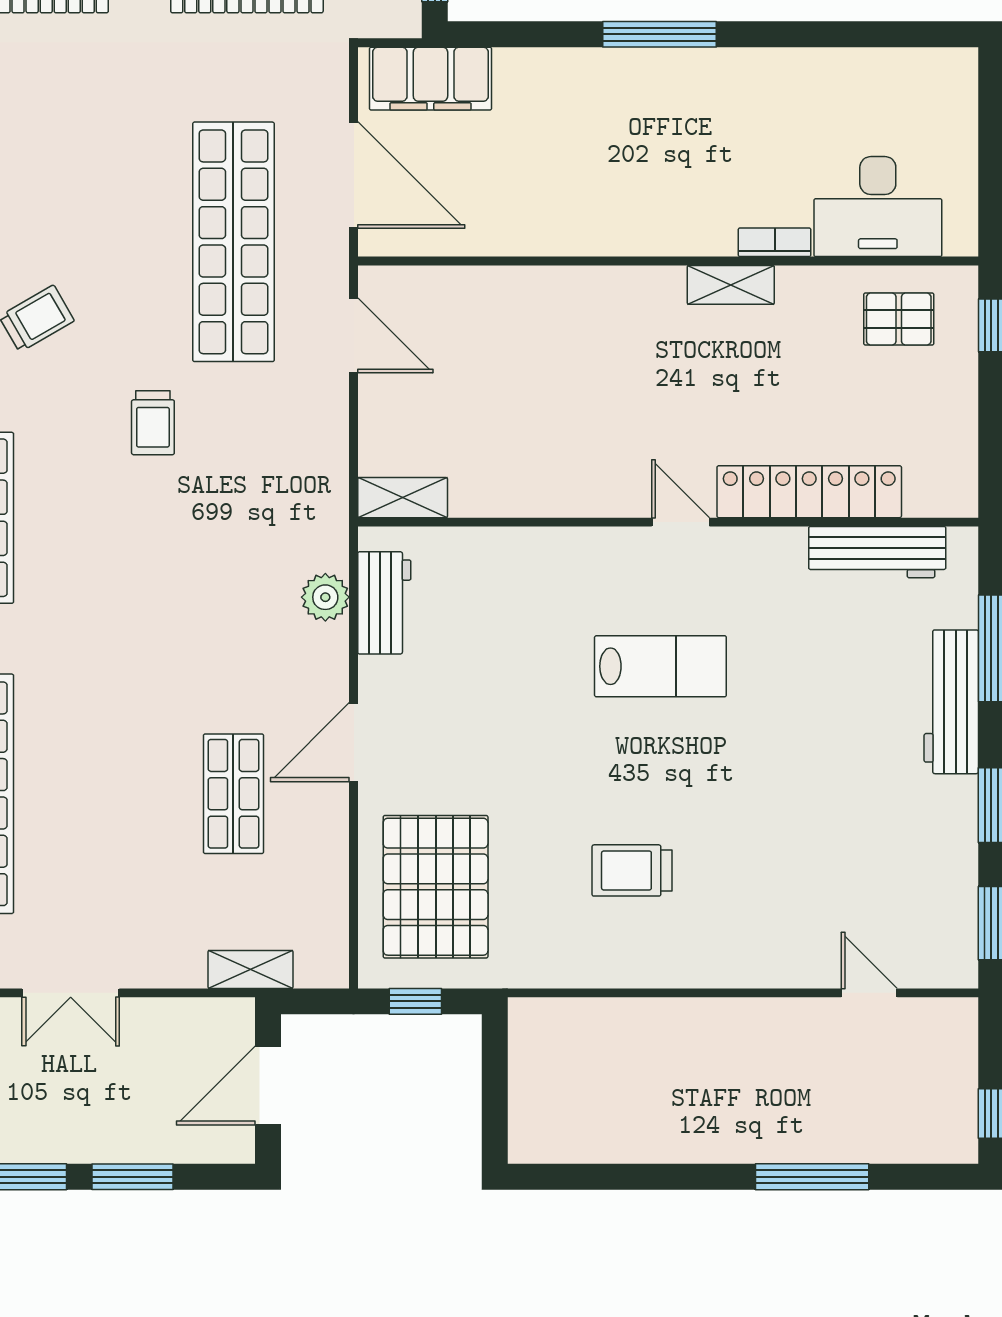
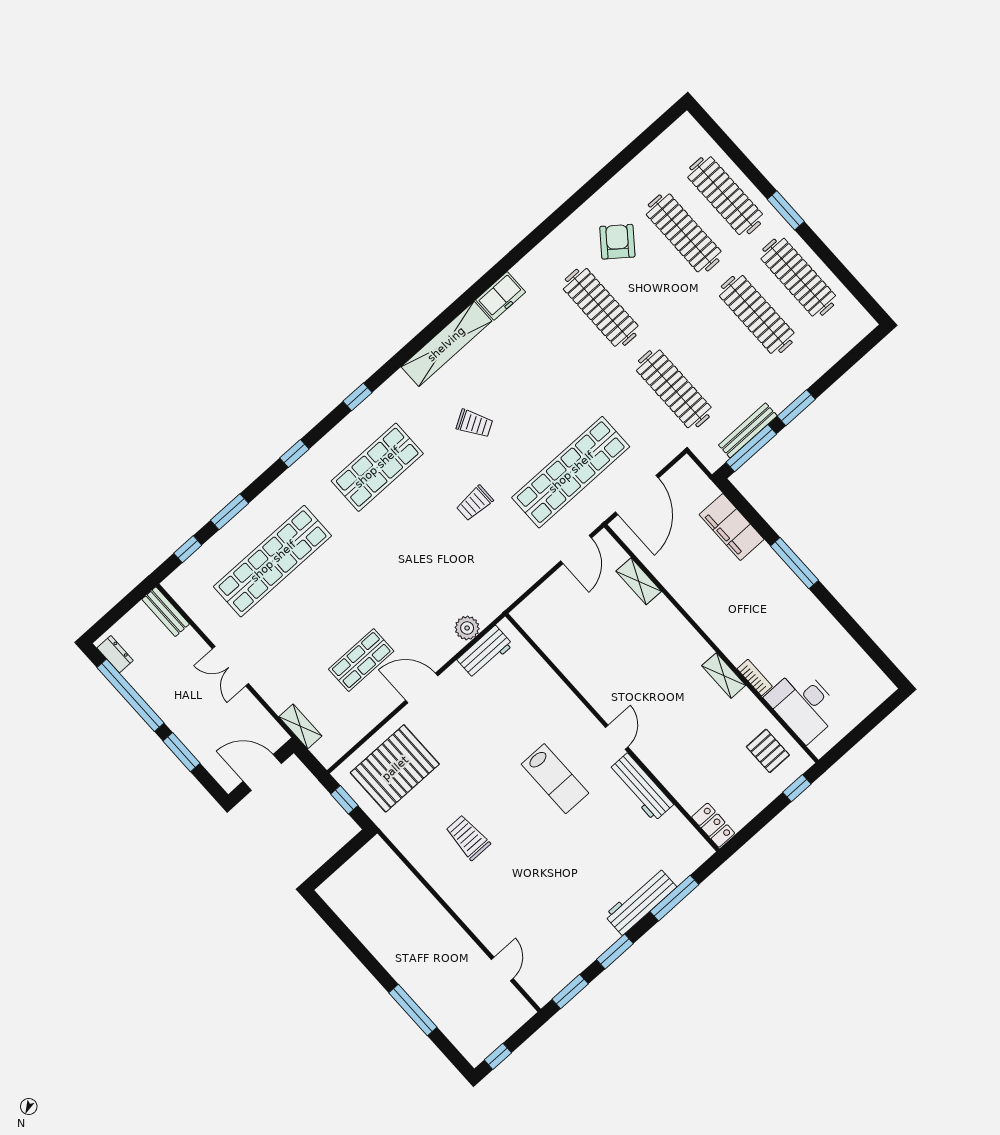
filing cabinet: (430, 79) -> (732, 527), moved
locker: (809, 492) -> (713, 825), moved, width x0.46, depth x0.83
shelving: (403, 498) -> (639, 581), moved
workbench: (877, 552) -> (641, 787), moved

